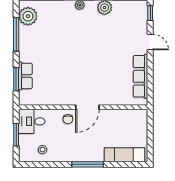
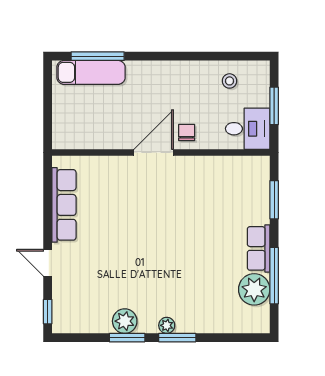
plant: (28, 16) -> (254, 289), moved
row of seats: (25, 76) -> (259, 248), moved
window: (88, 164) -> (98, 56), moved

